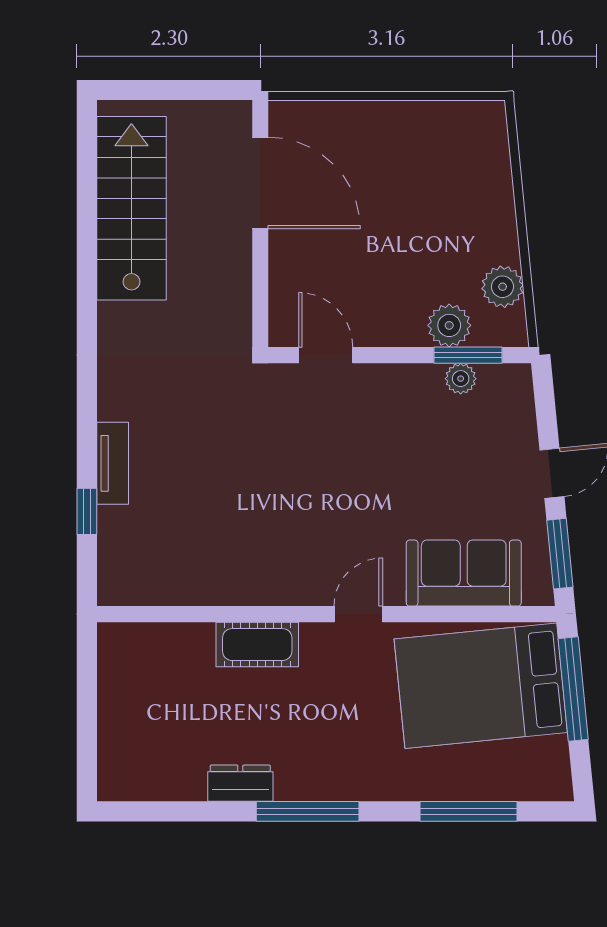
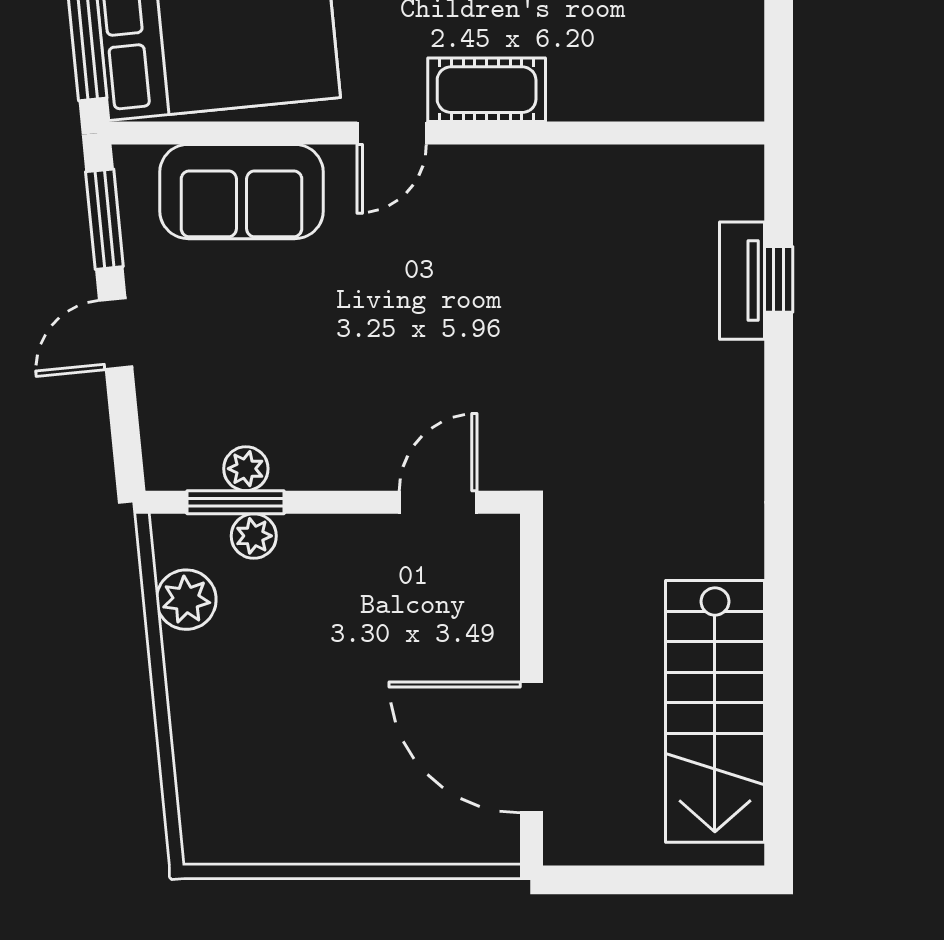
plant: (449, 325) -> (254, 536), width x0.73, depth x0.73
door: (326, 355) -> (438, 502), swing flipped
tv unit: (113, 463) -> (742, 281), moved
cot: (257, 645) -> (487, 90), moved

